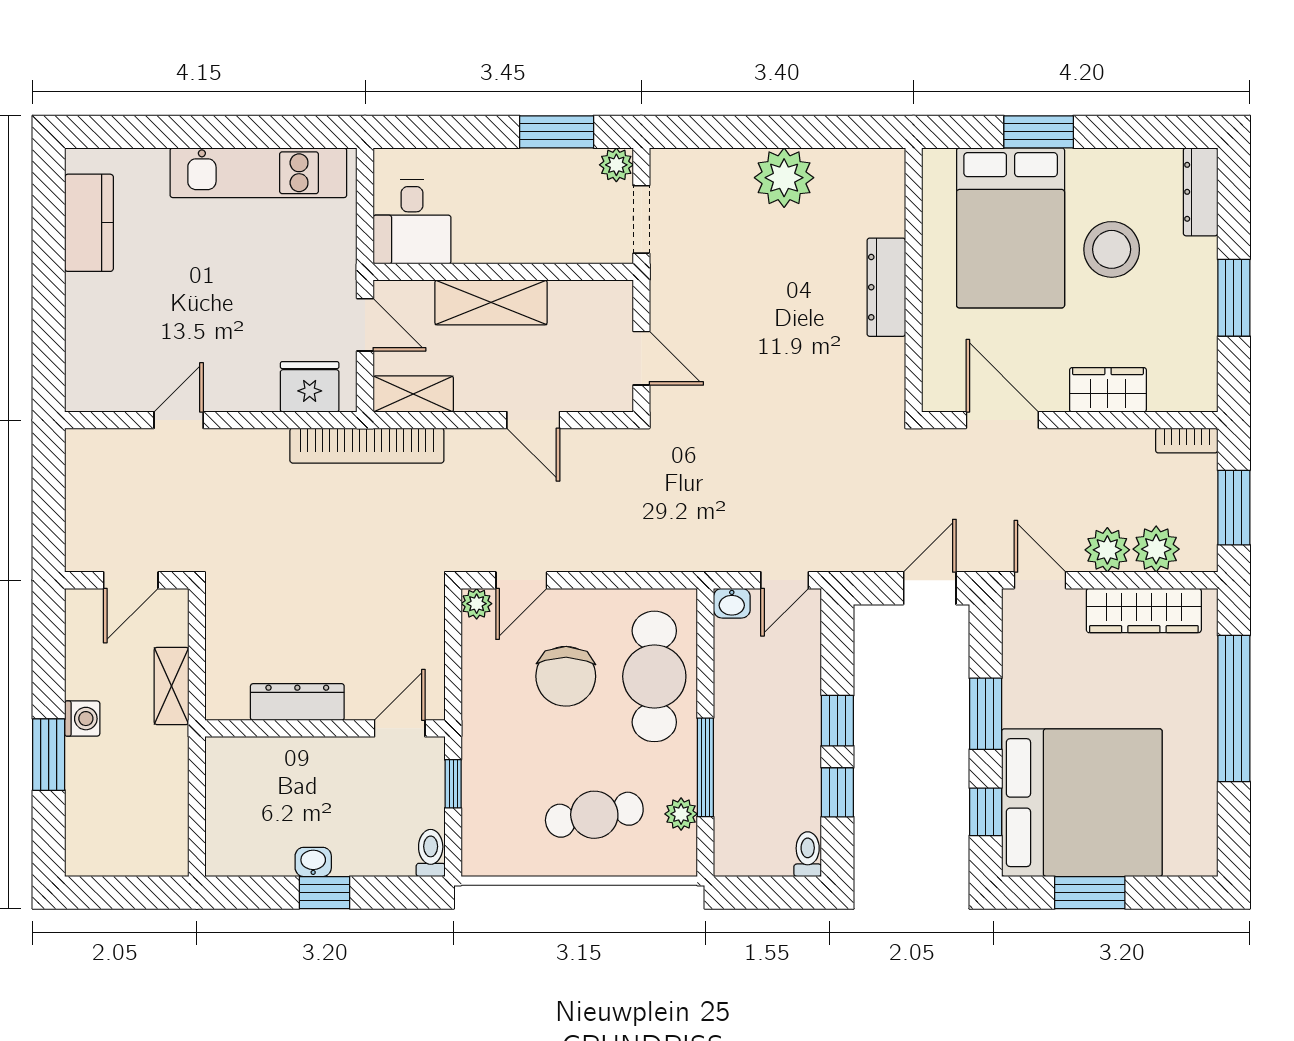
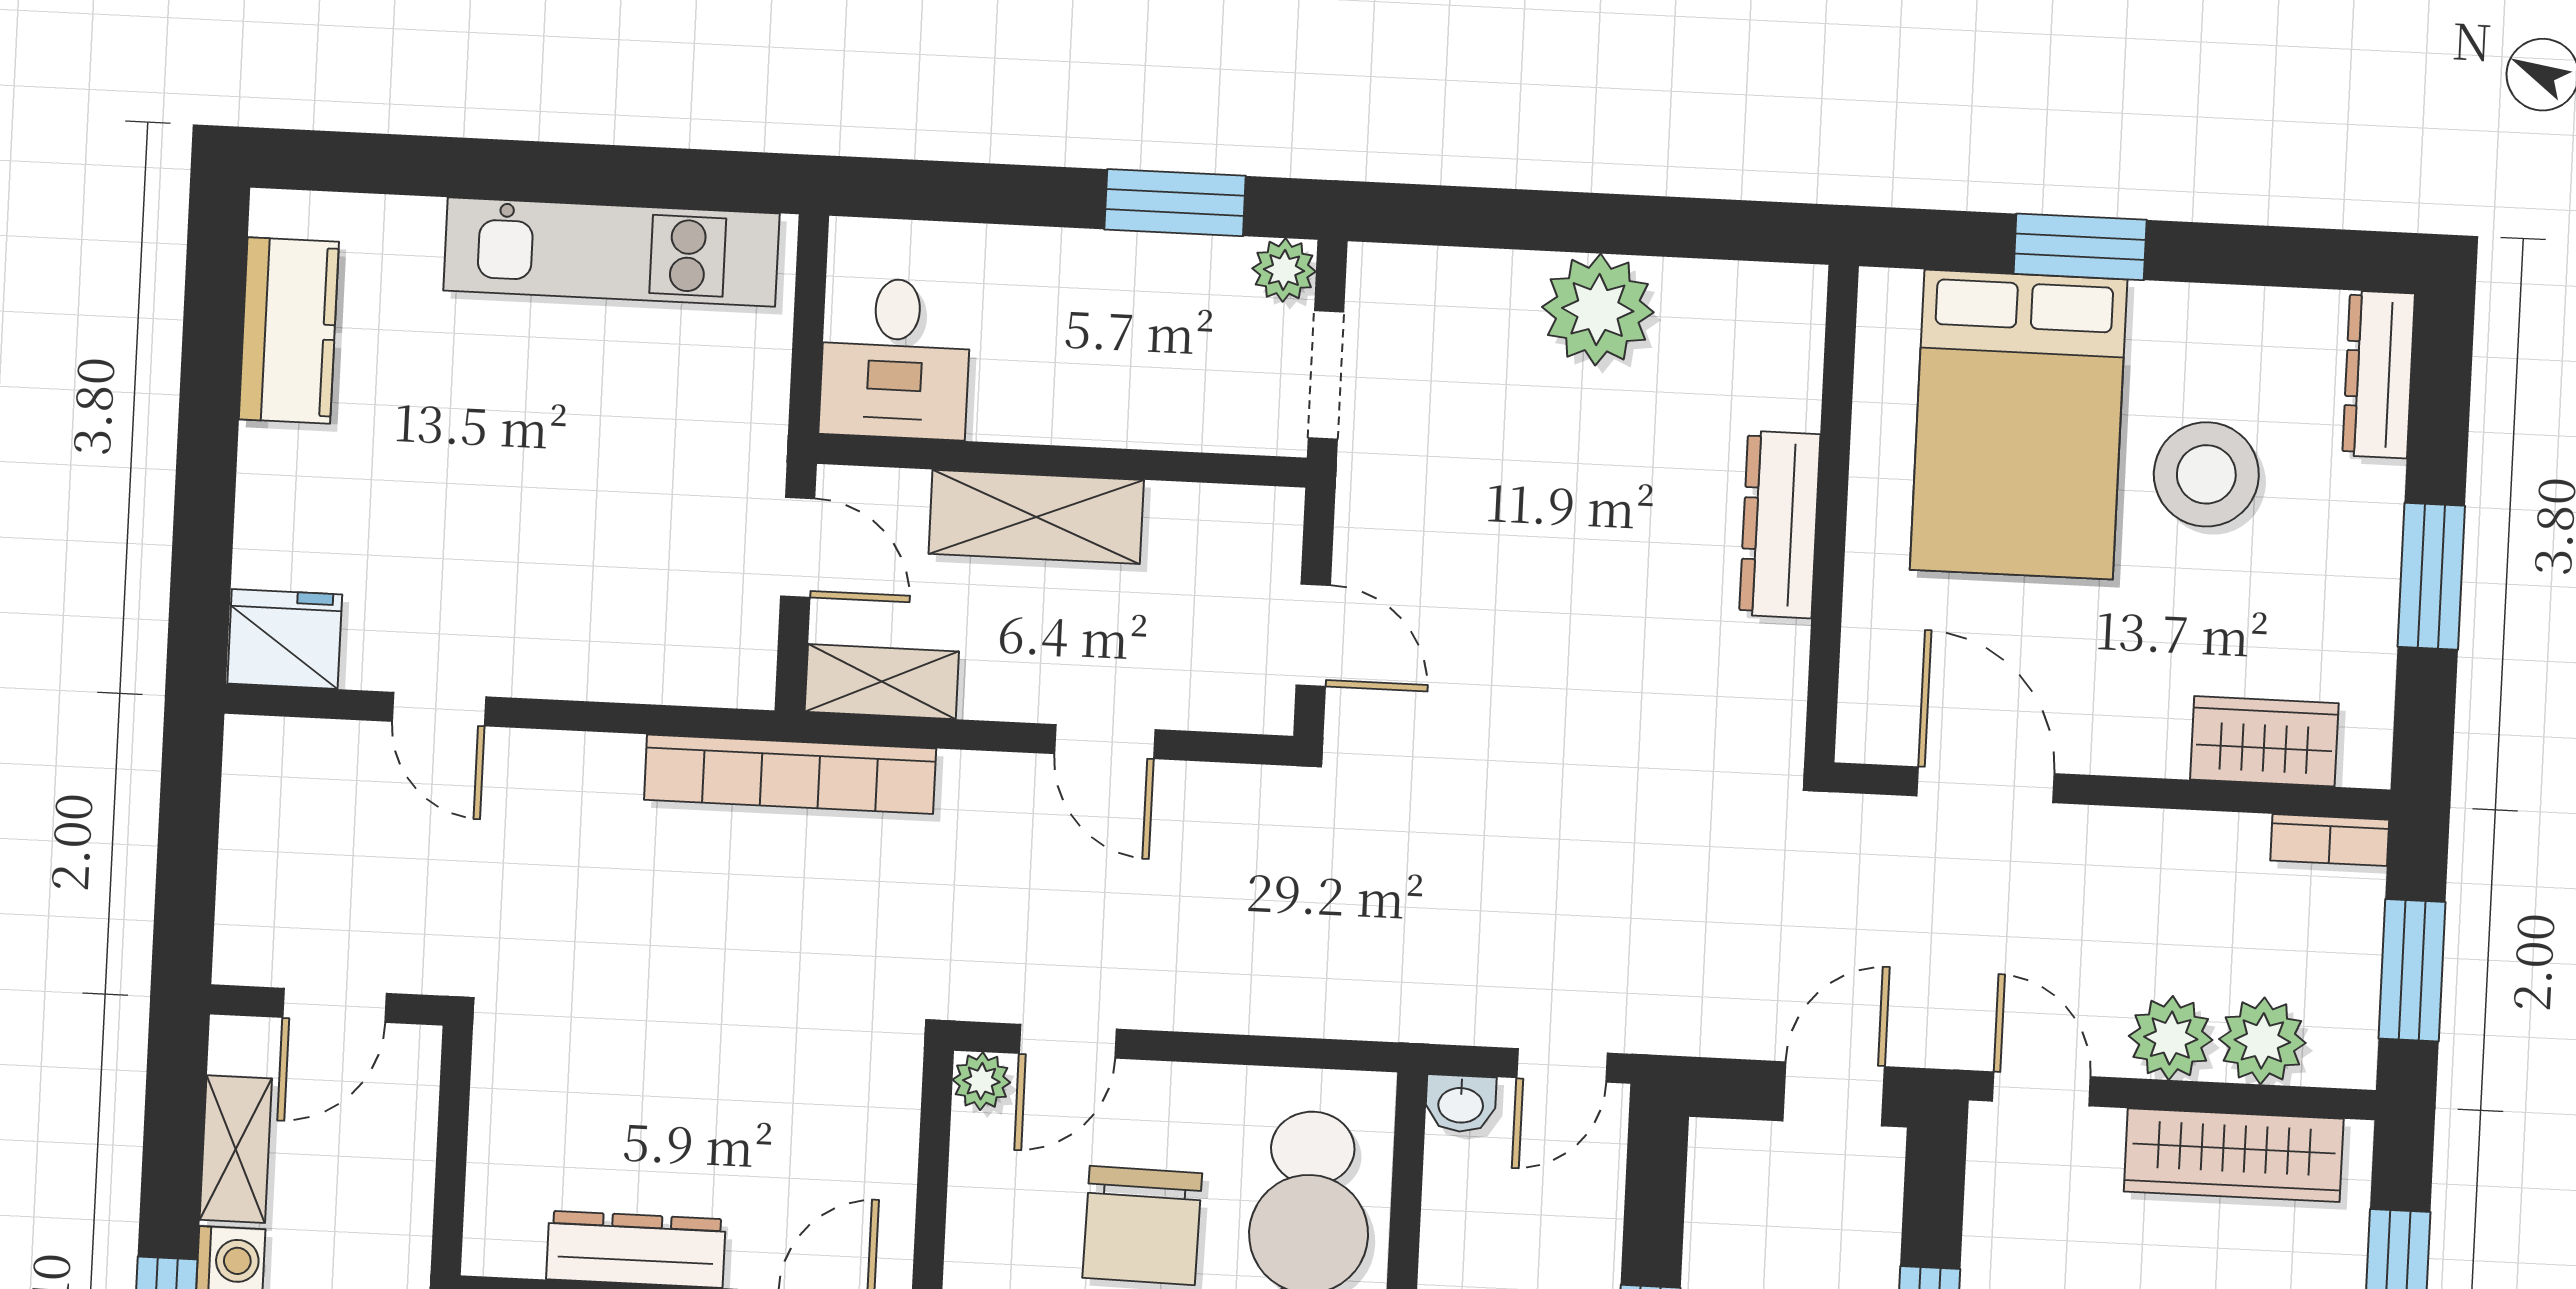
fridge: (310, 387) -> (285, 639), moved
wardrobe: (1108, 390) -> (2264, 741), moved
door: (179, 420) -> (439, 709), swing flipped
shelving: (171, 686) -> (236, 1149), moved

